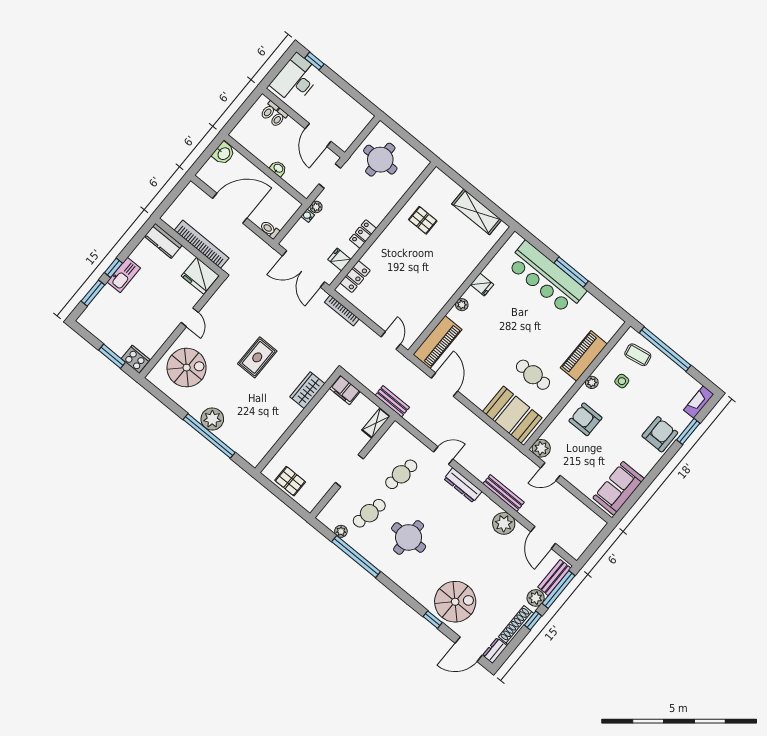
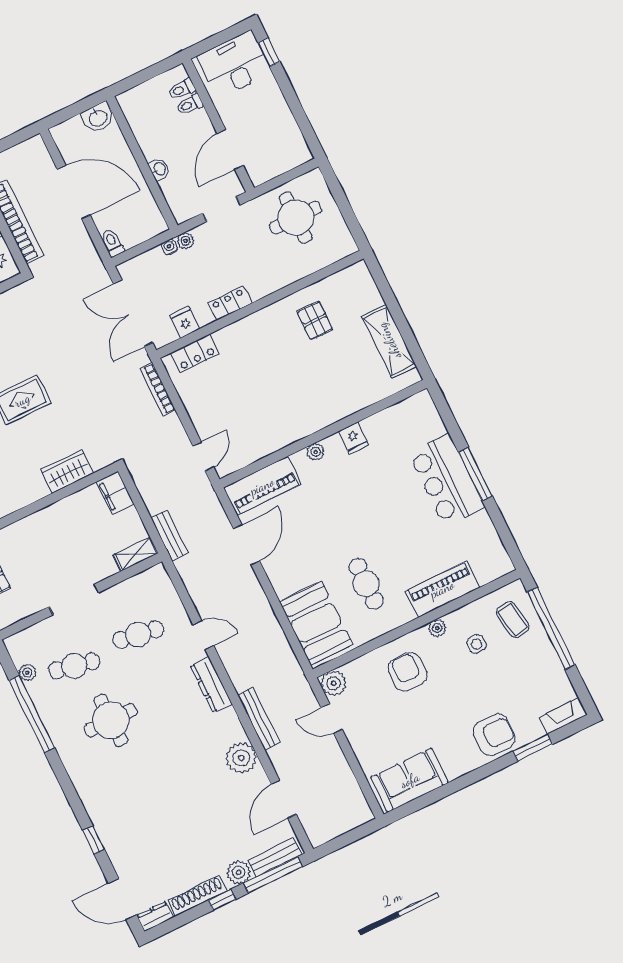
bar counter: (546, 278) -> (447, 480), width x0.73
spiral stairs: (455, 602) -> (133, 830), removed

